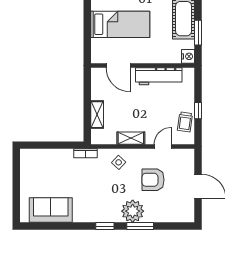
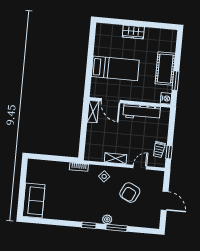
window: (198, 111) -> (169, 152), moved
shelving: (97, 115) -> (93, 112), moved
armchair: (153, 180) -> (130, 193), turned -64
sofa: (51, 210) -> (34, 201), moved, turned 90
plant: (133, 211) -> (107, 219), width x0.53, depth x0.53

